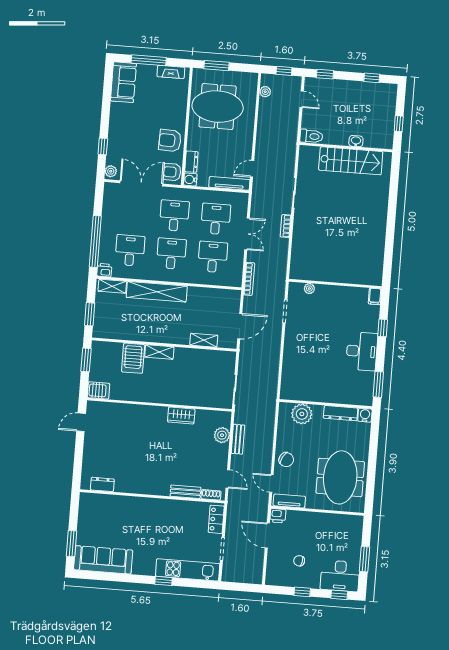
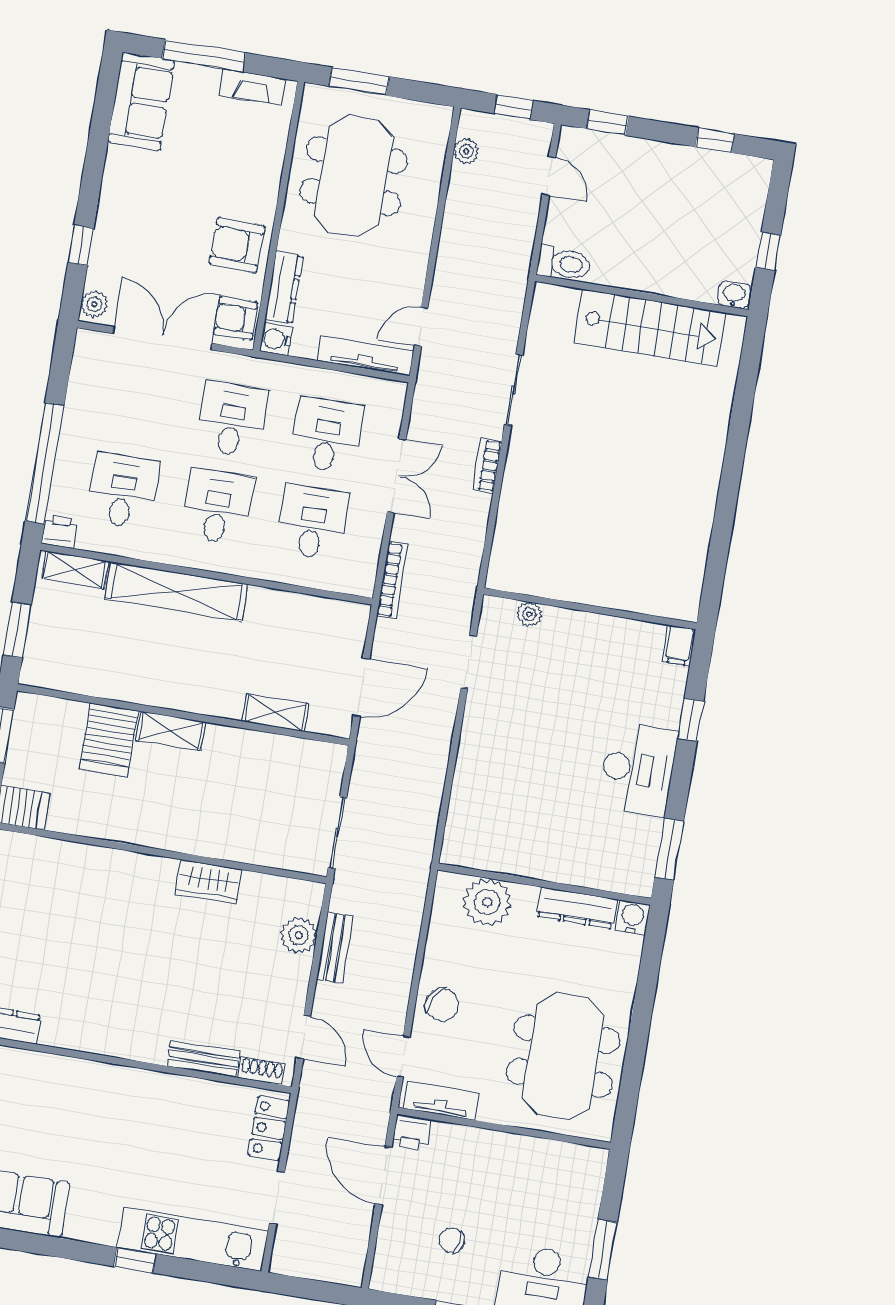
meeting table: (218, 107) -> (353, 176), turned 90
washbasin: (356, 141) -> (734, 295), moved
dresser: (191, 162) -> (284, 288), width x1.44

